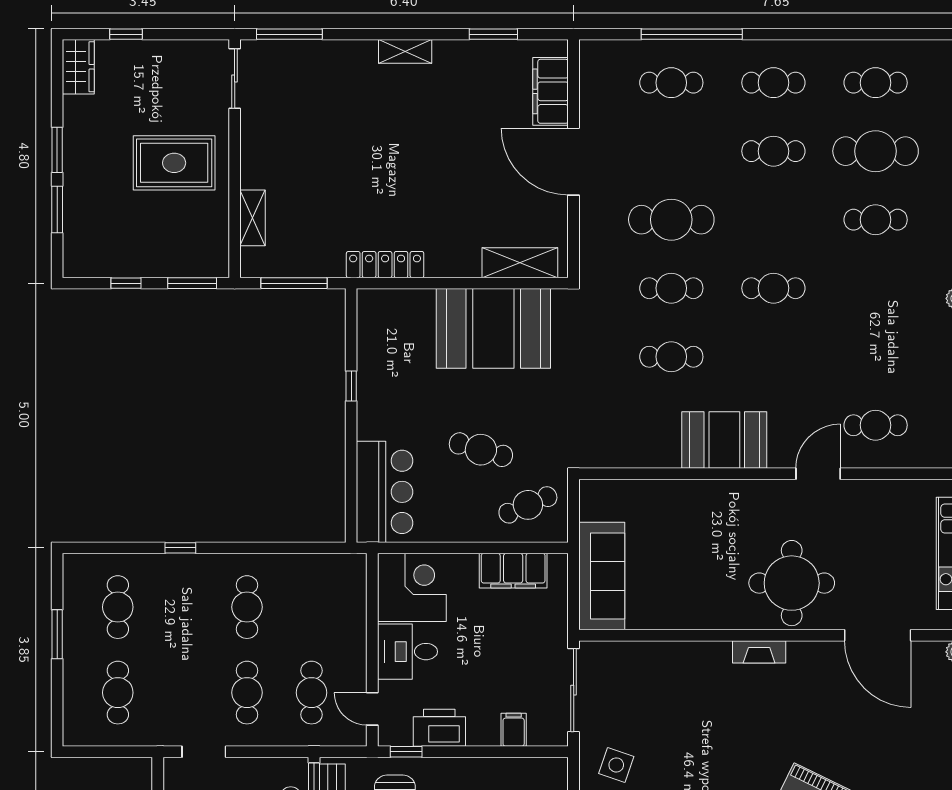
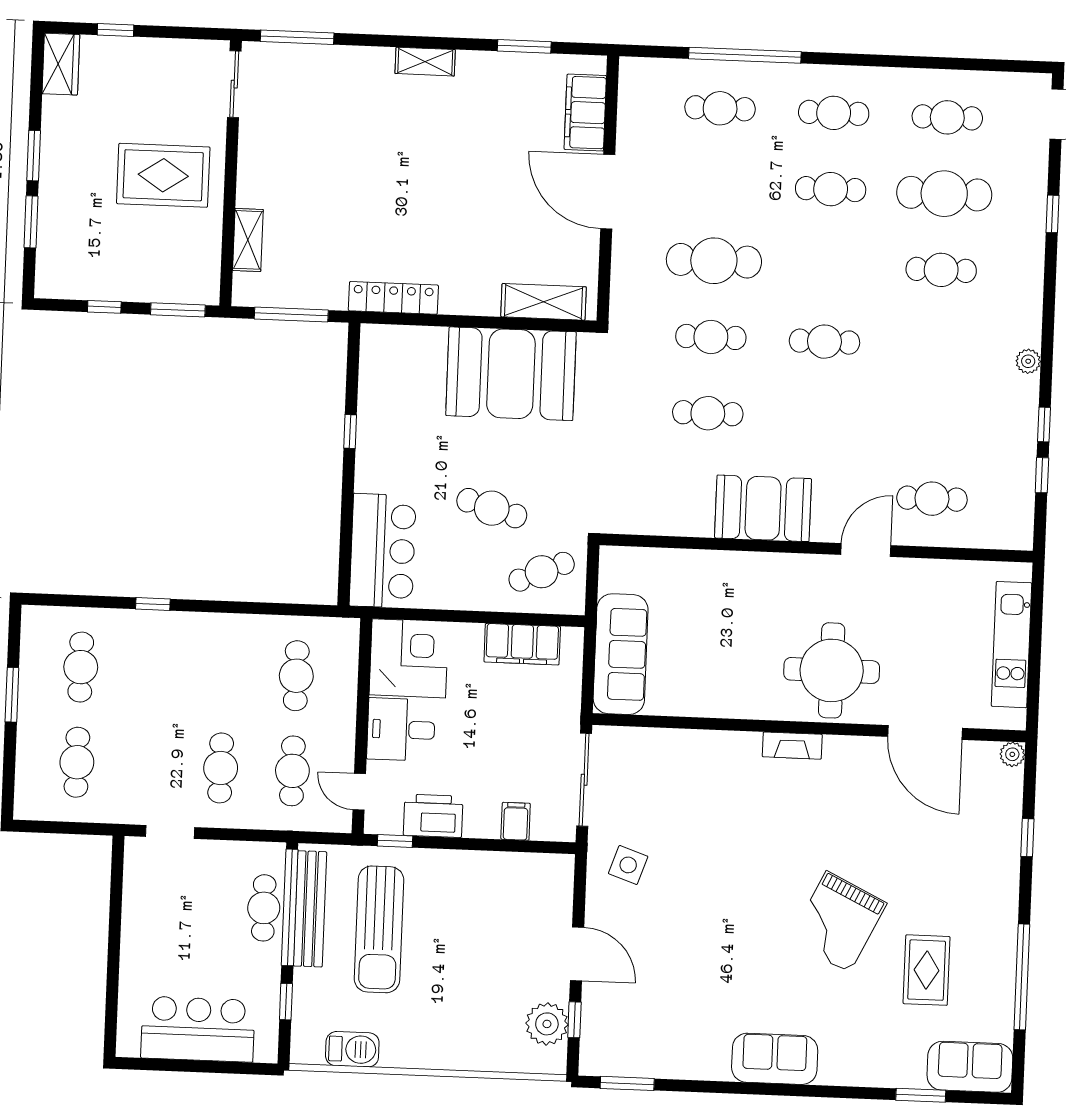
cafe table: (247, 607) -> (296, 676), moved

